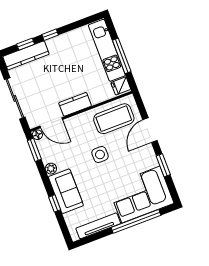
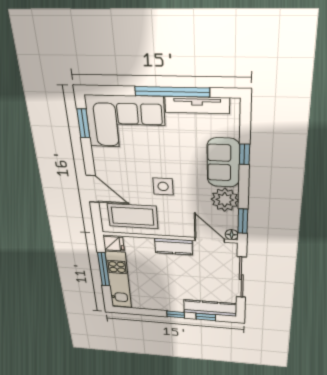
door: (150, 130) -> (92, 189), hinge flipped
window: (163, 165) -> (83, 123), moved
plant: (51, 169) -> (225, 200), width x1.87, depth x1.87
window: (136, 221) -> (172, 92), moved

